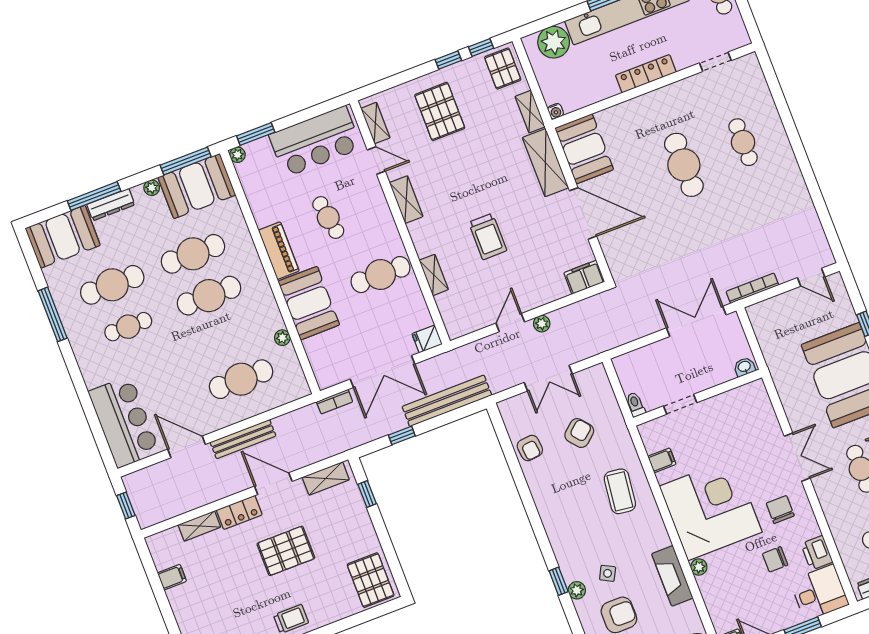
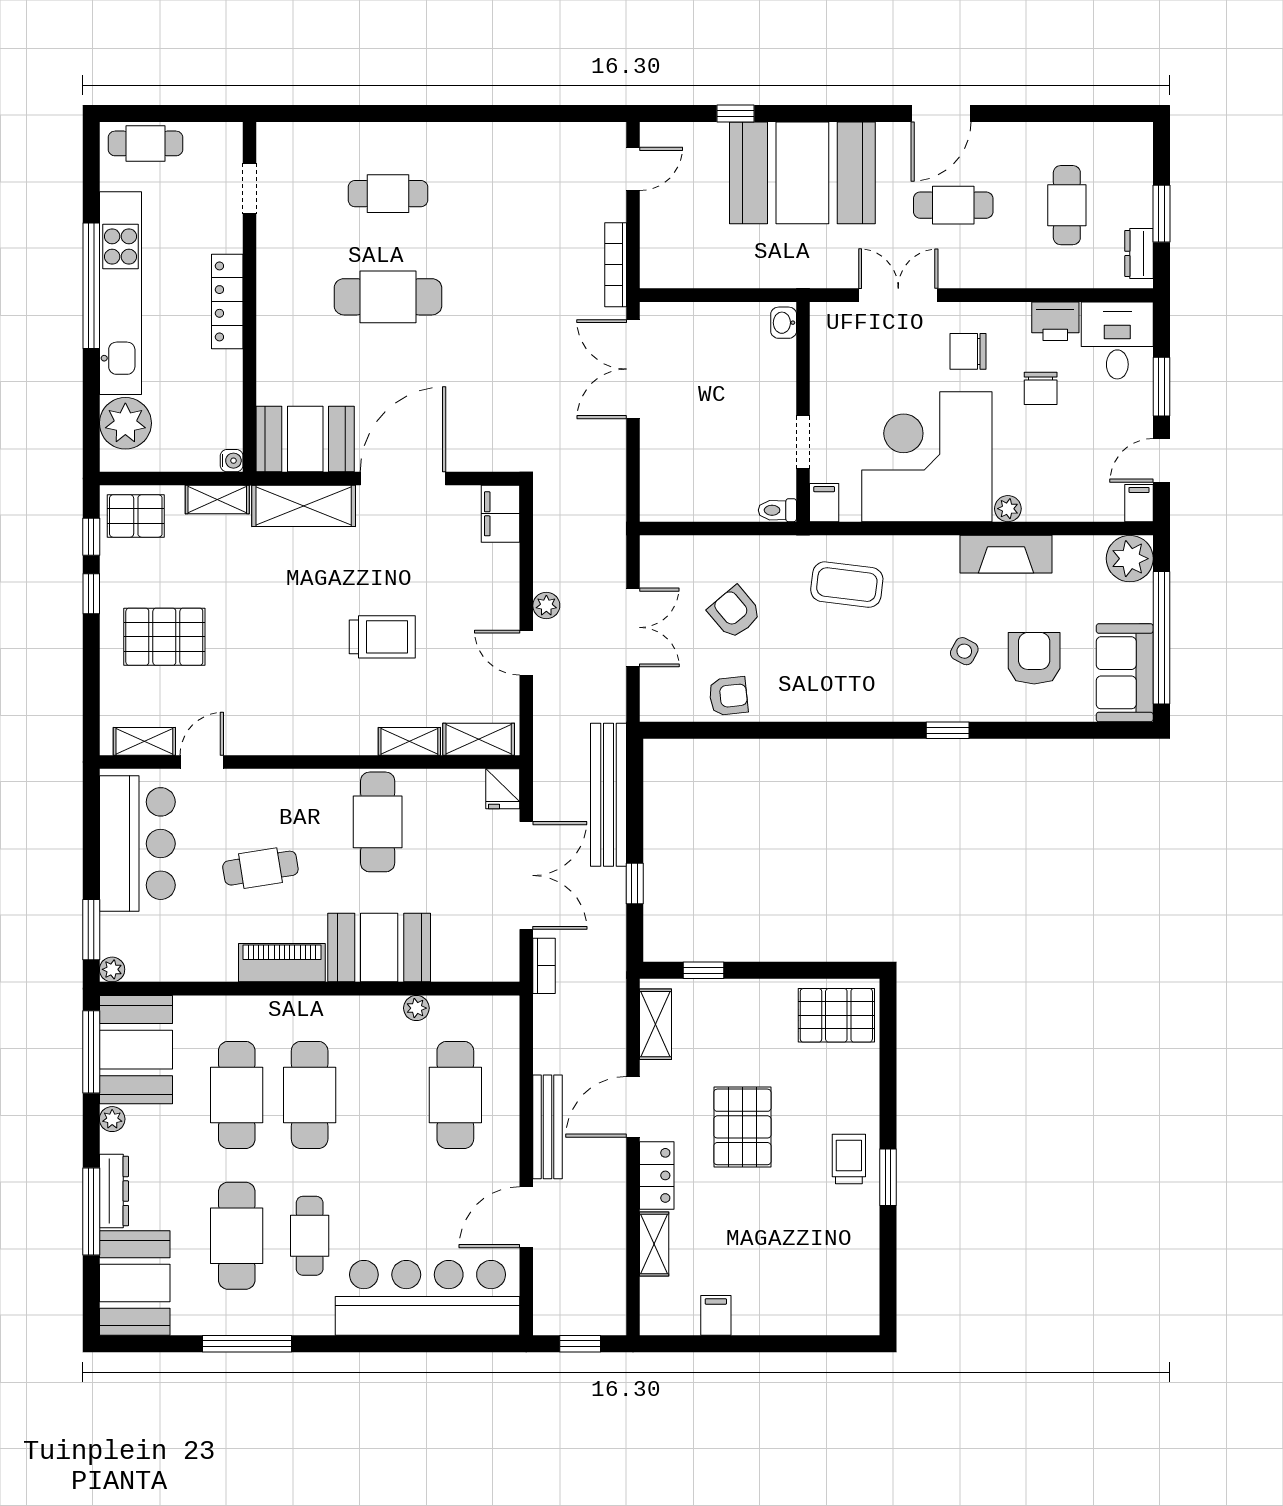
shelving: (406, 200) -> (479, 739), moved
washbasin: (744, 367) -> (784, 323), moved
wall: (698, 398) -> (803, 412), moved
doorway: (680, 404) -> (803, 442), moved
toilet: (635, 405) -> (777, 510), moved
bar counter: (124, 422) -> (427, 1298), width x1.36
plant: (577, 590) -> (972, 708), removed

